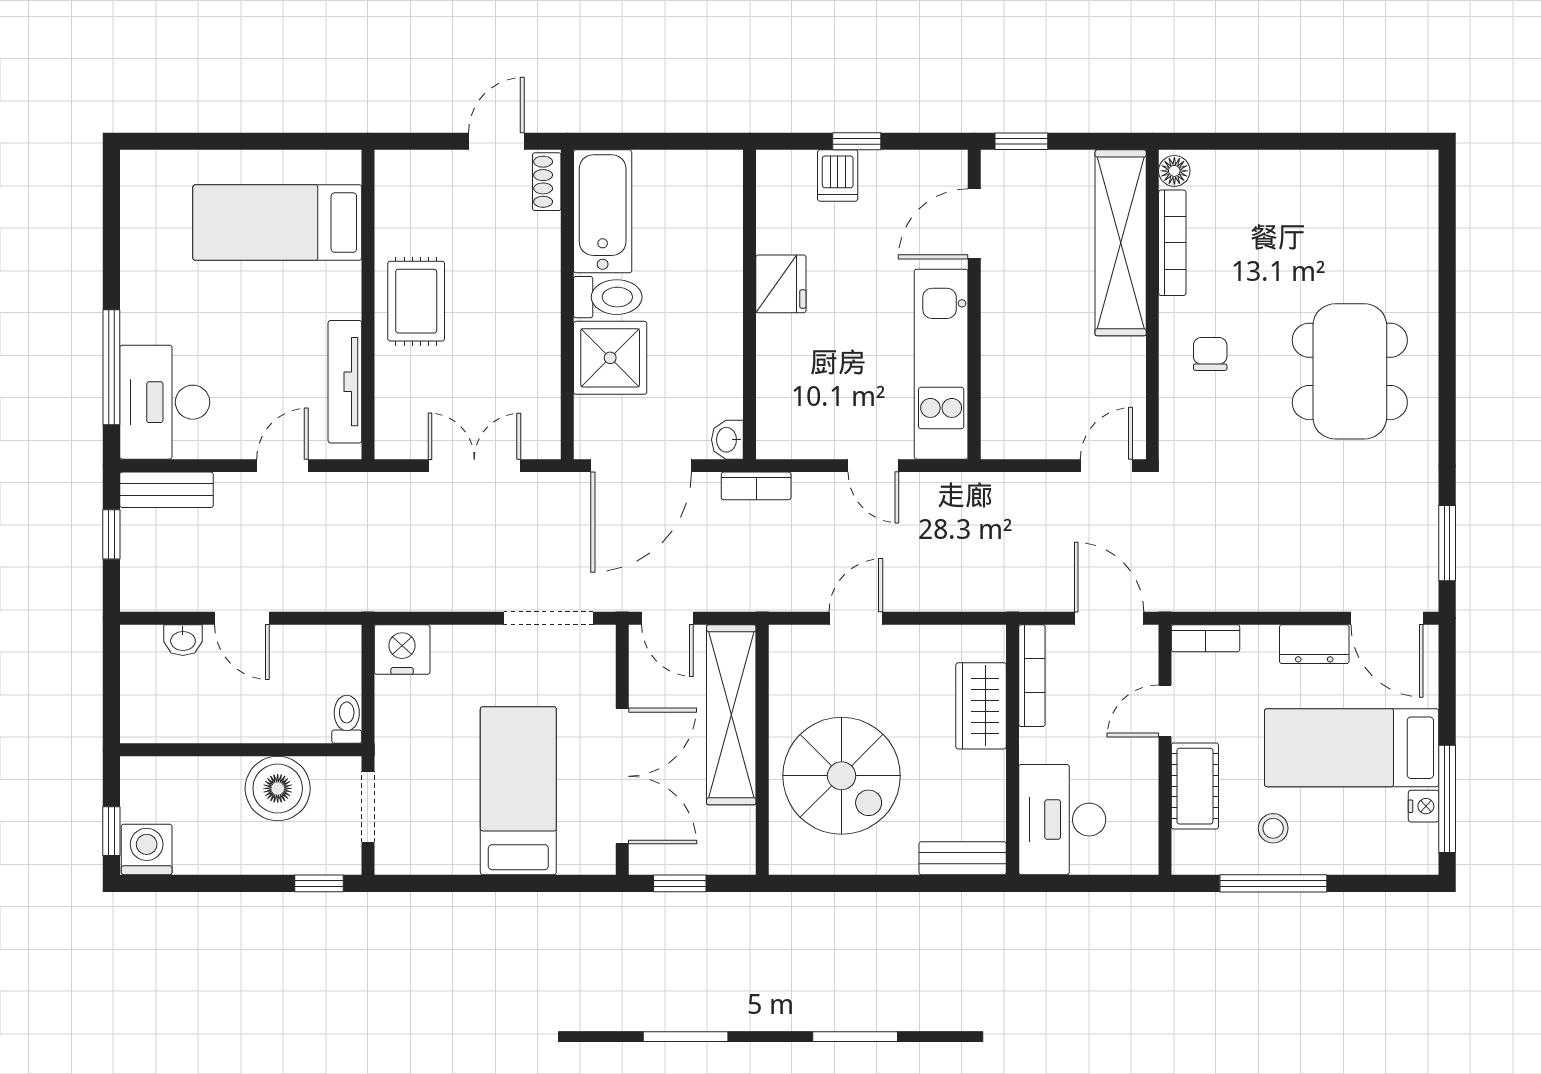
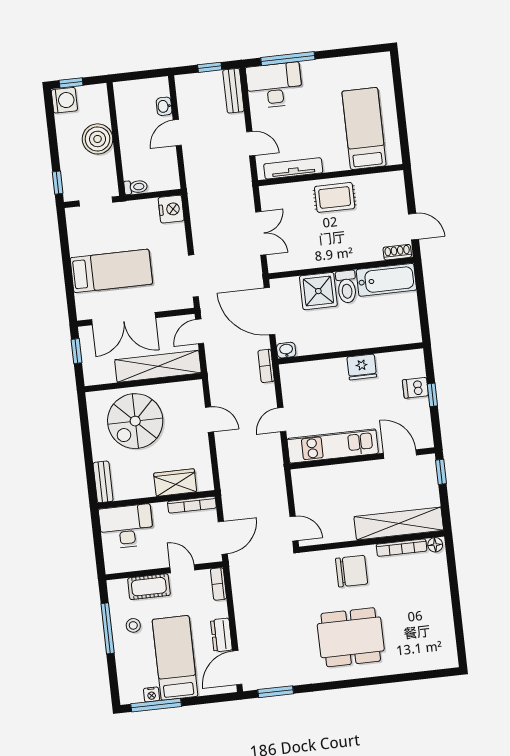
chair: (1210, 354) -> (352, 571), width x1.87, depth x1.87
boiler: (278, 788) -> (98, 139), moved

